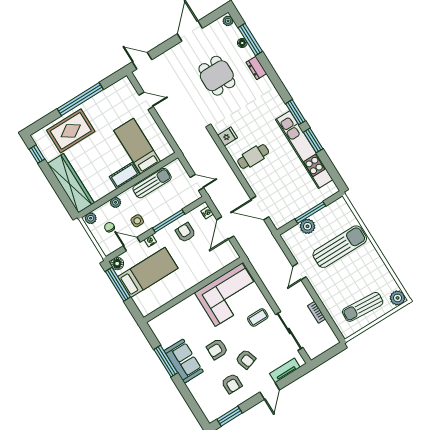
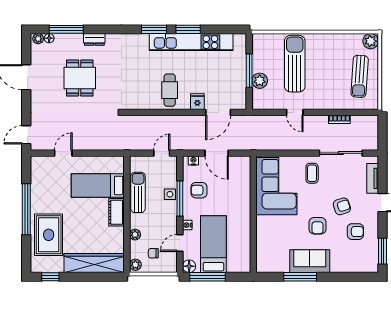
floor lamp: (242, 43) -> (49, 38), moved
dining table: (217, 76) -> (80, 78), turned 90
fridge: (228, 136) -> (197, 102), moved
side table: (137, 221) -> (170, 194), moved

